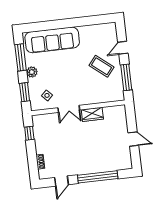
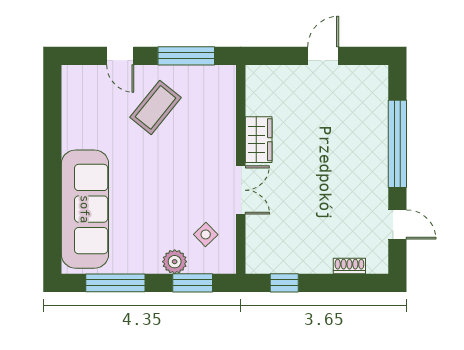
plant: (32, 72) -> (175, 262), moved

